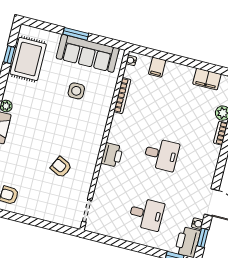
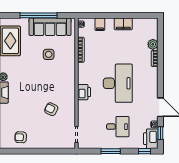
window: (76, 34) -> (39, 15), width x2.11
filing cabinet: (207, 79) -> (123, 24), moved
desk: (161, 154) -> (118, 83), width x1.87, depth x1.30
window: (128, 245) -> (111, 151), added

